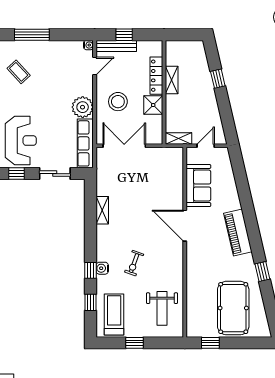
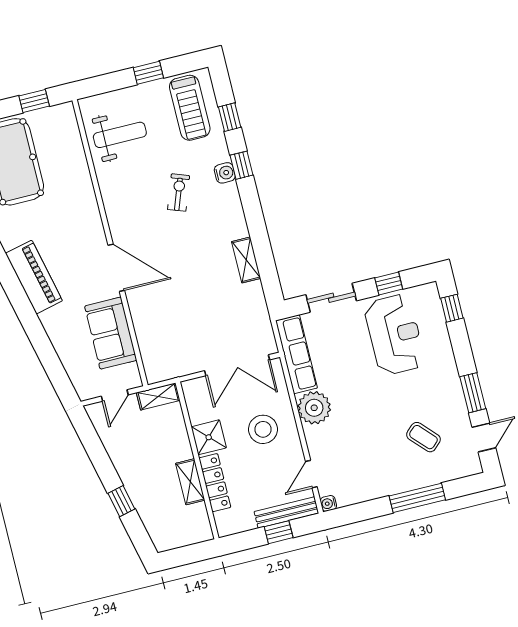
reception desk: (21, 141) -> (395, 335), turned 180
weight bench: (162, 308) -> (120, 135), turned 90

